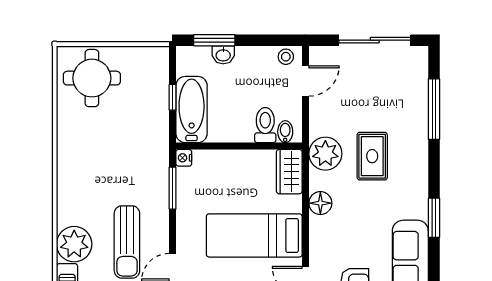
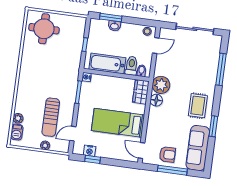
bathtub: (192, 110) -> (107, 63), moved, turned -90
rug: (372, 156) -> (198, 106), moved
floor lamp: (320, 203) -> (156, 100), moved
plant: (74, 244) -> (18, 118), width x0.53, depth x0.53

